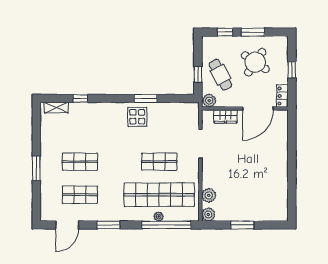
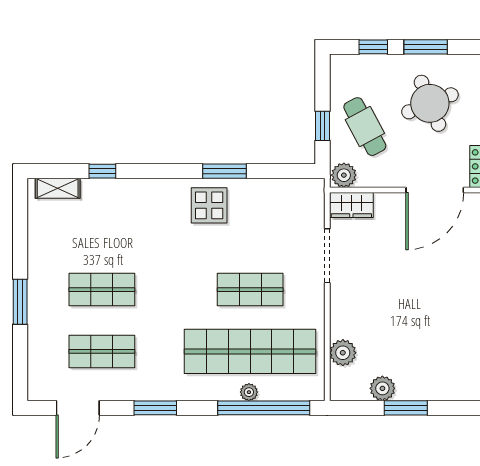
round table: (255, 62) -> (430, 103), turned 34
wardrobe: (225, 116) -> (351, 205), moved
plant: (208, 214) -> (382, 388), moved

